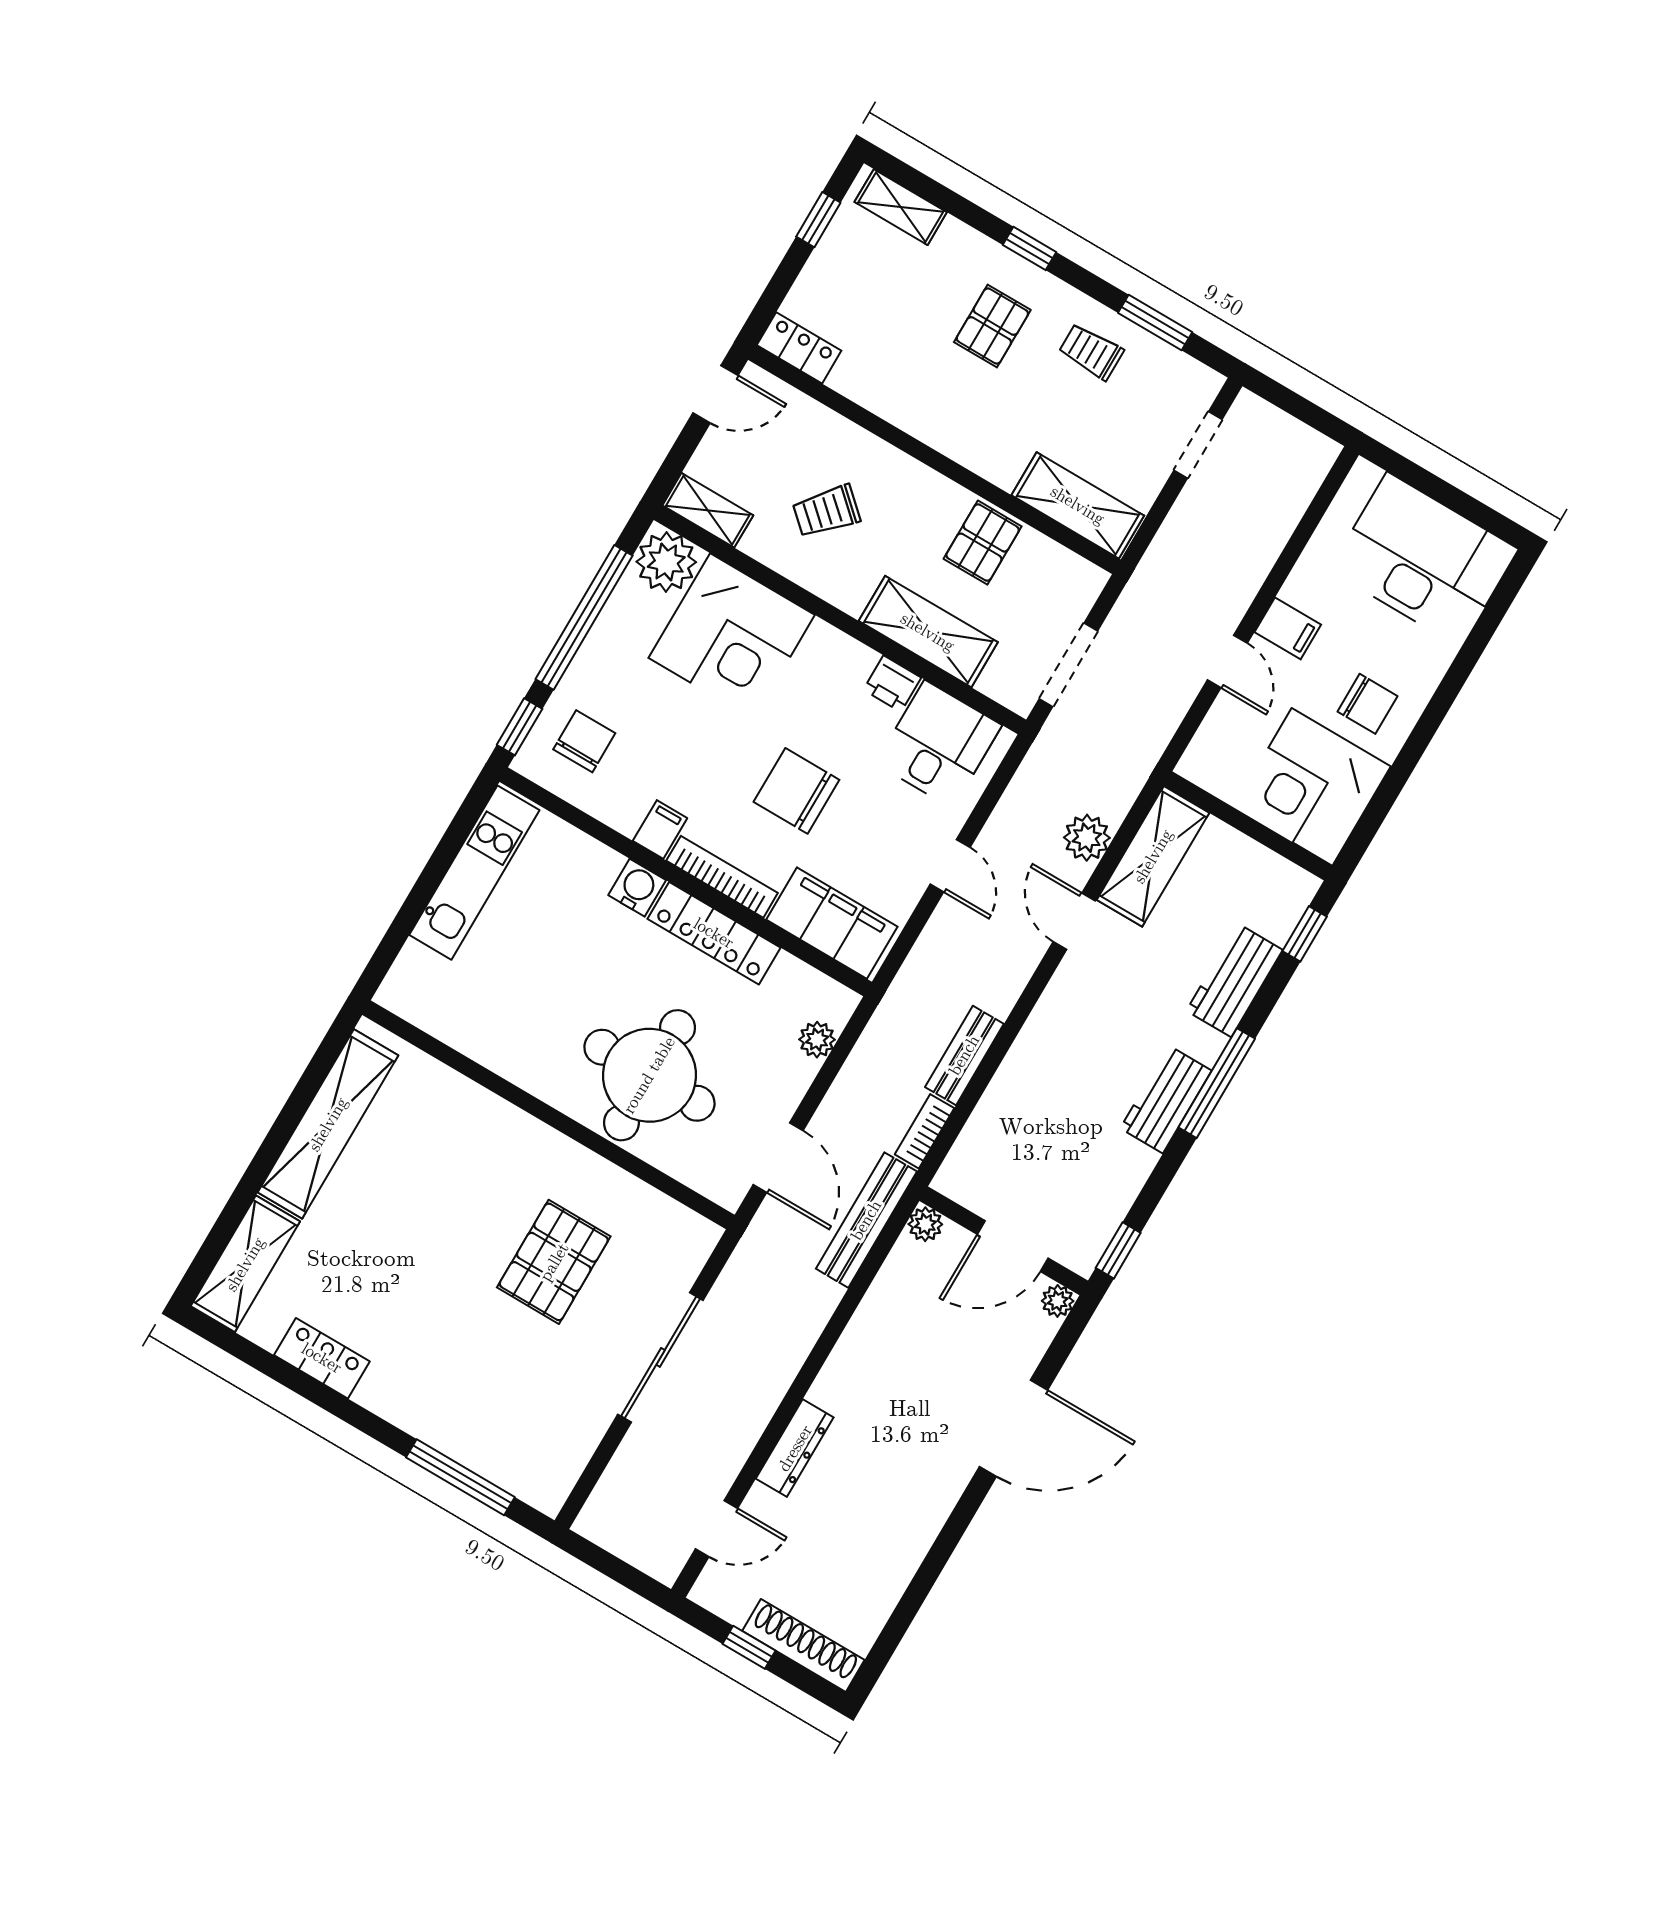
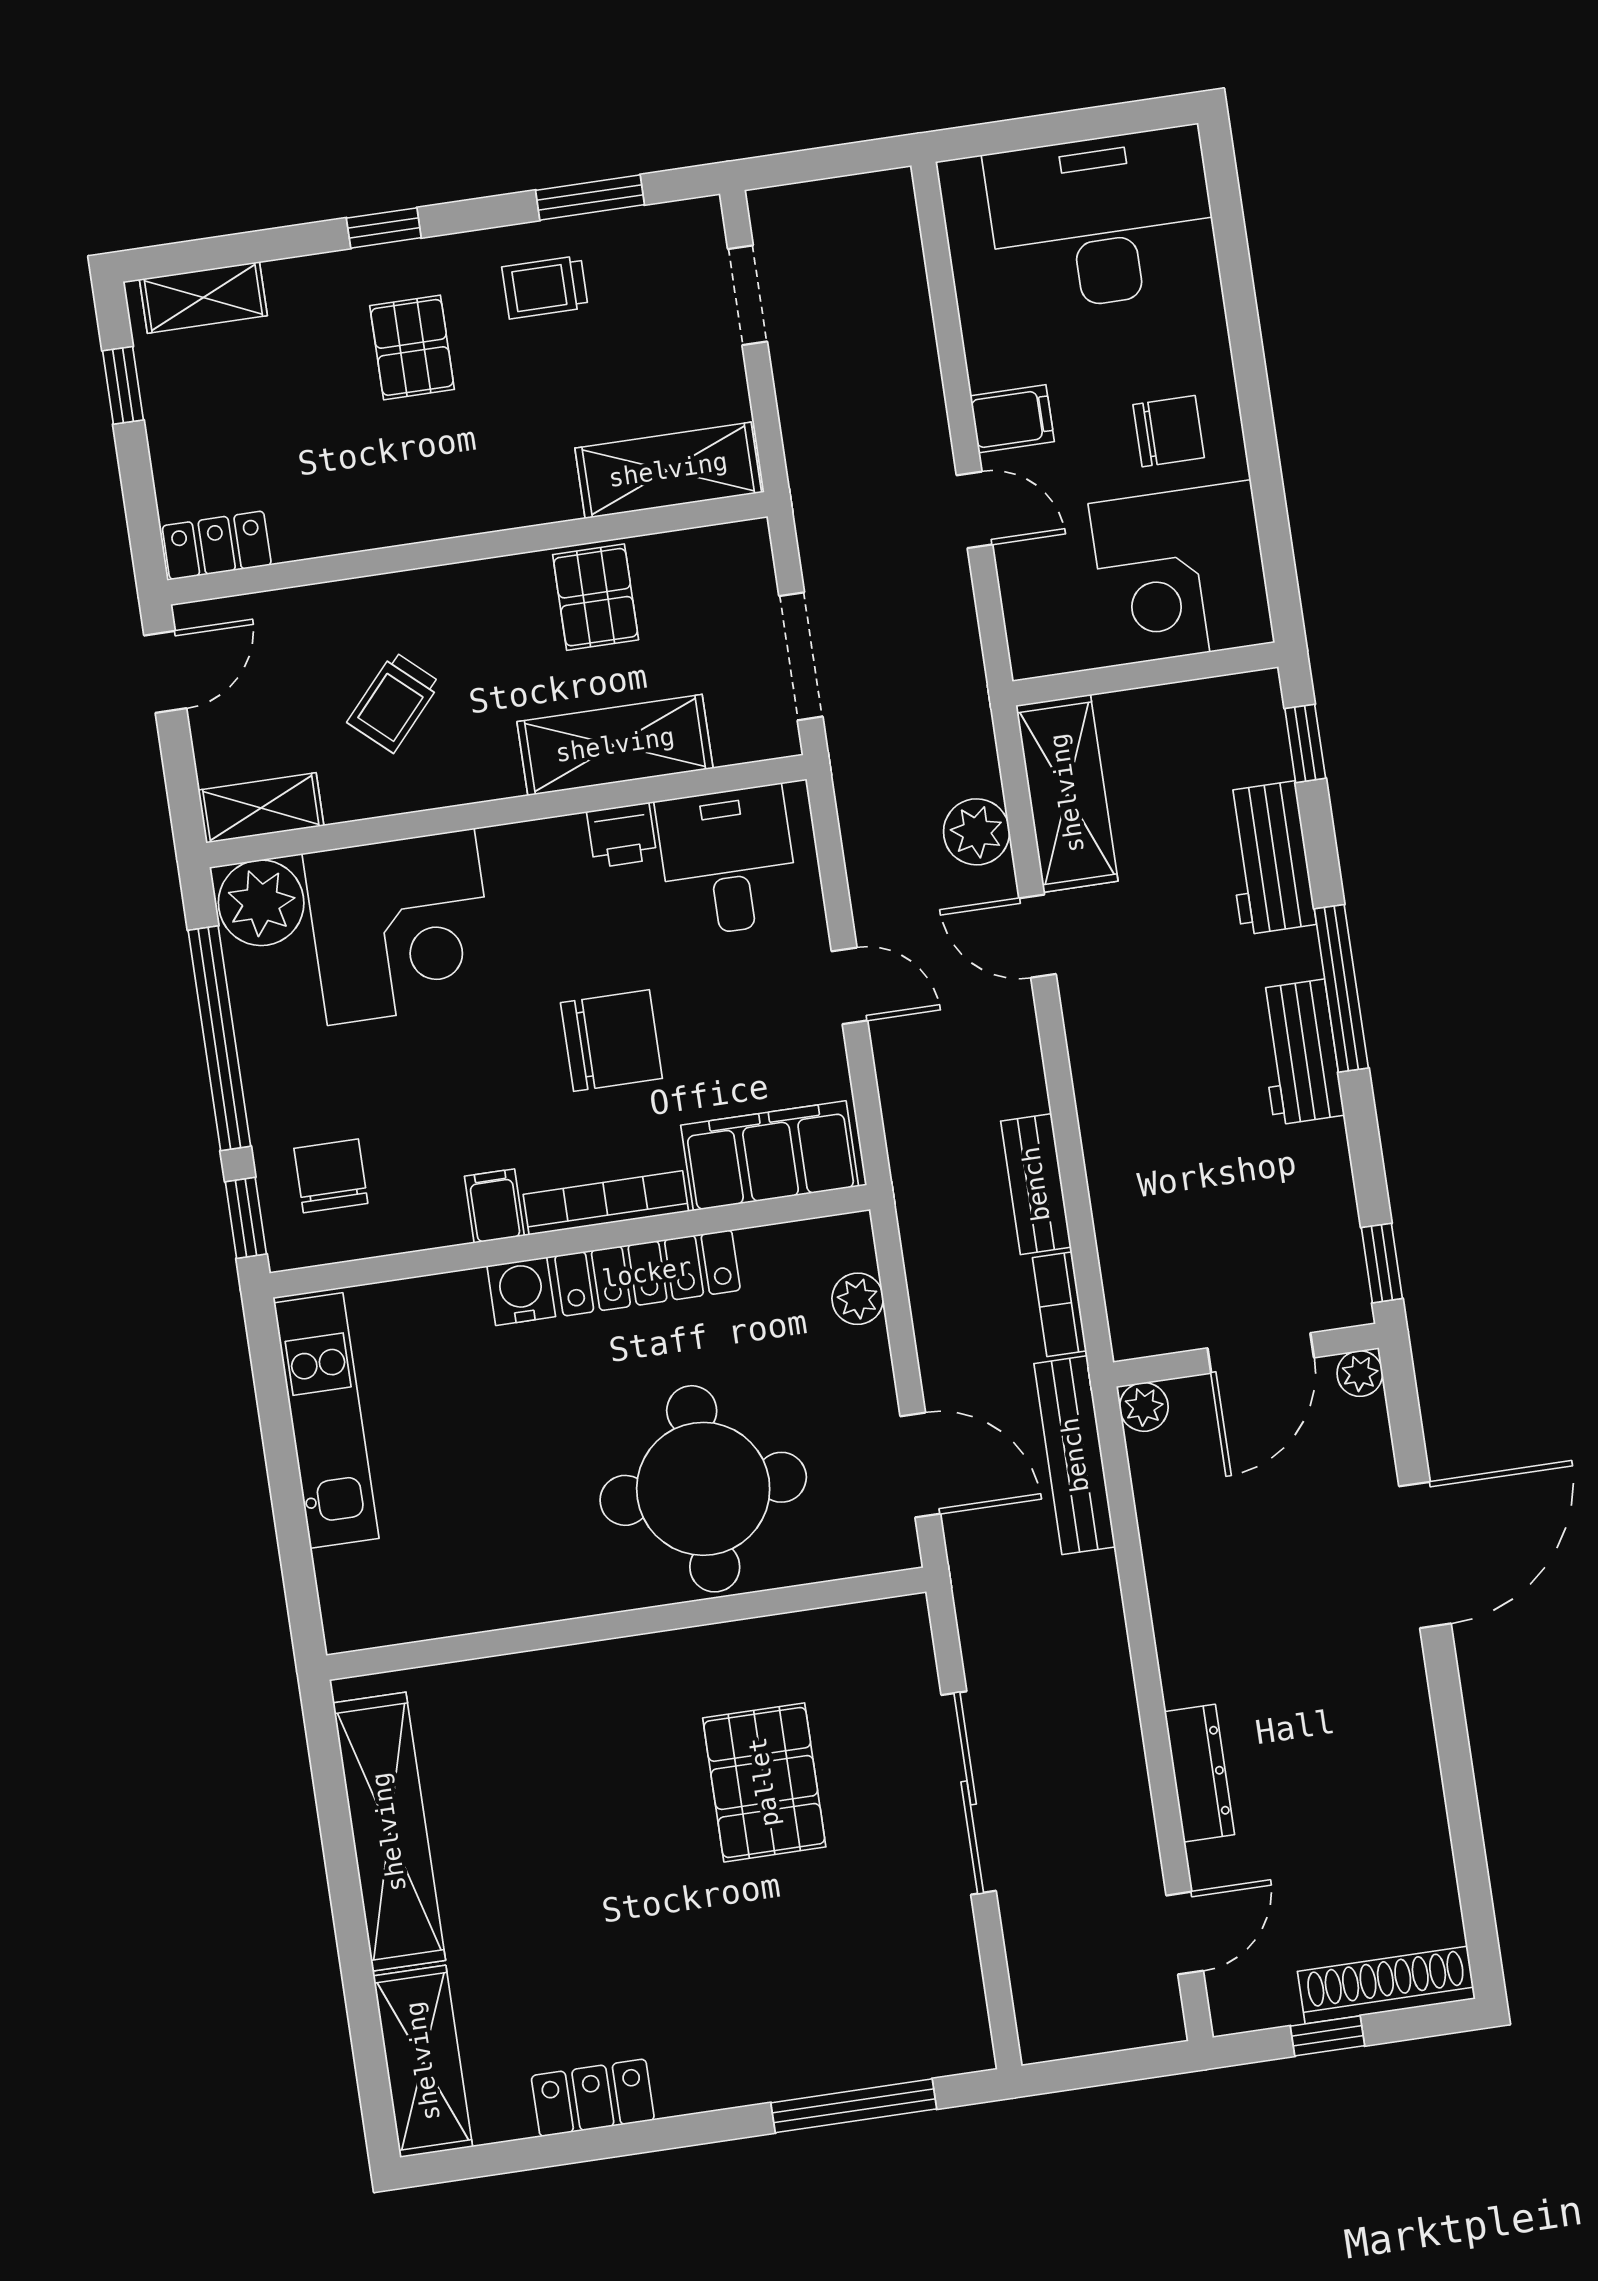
chair: (796, 791) -> (611, 1041), turned 180

